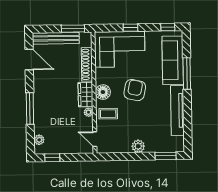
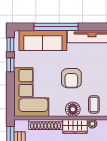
window: (131, 28) -> (10, 65), moved
window: (187, 74) -> (56, 27), width x1.46
armchair: (135, 90) -> (71, 78), turned -102

